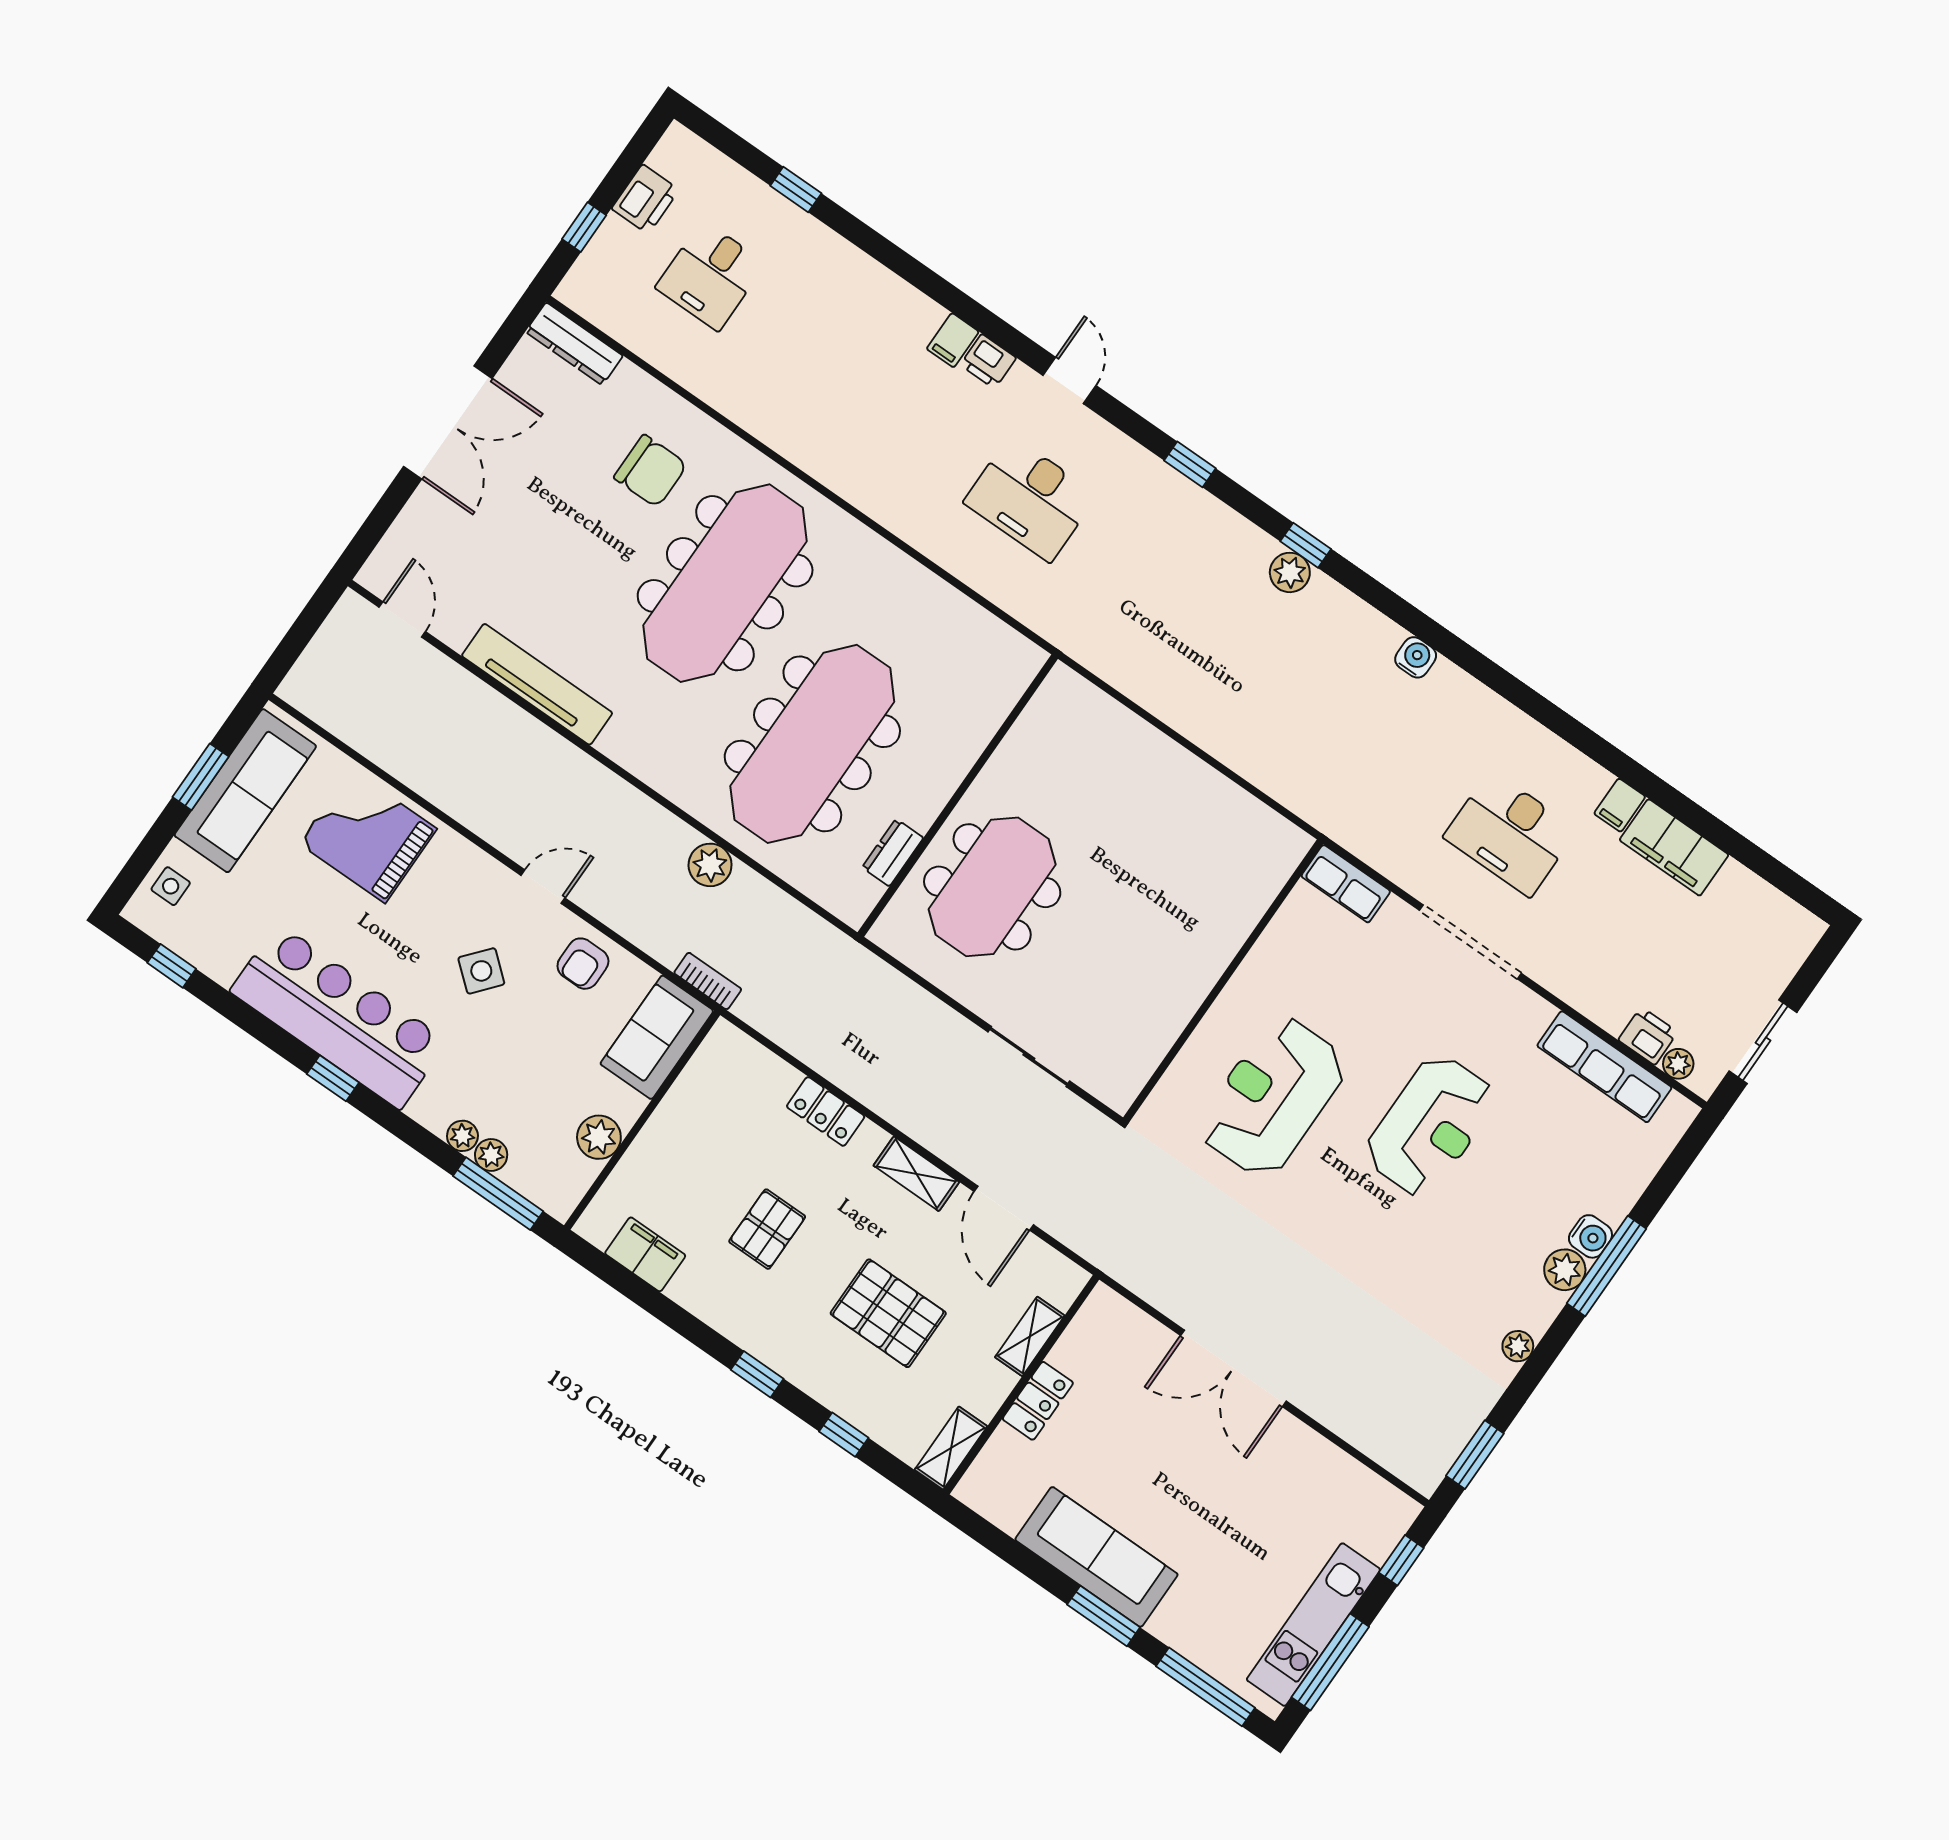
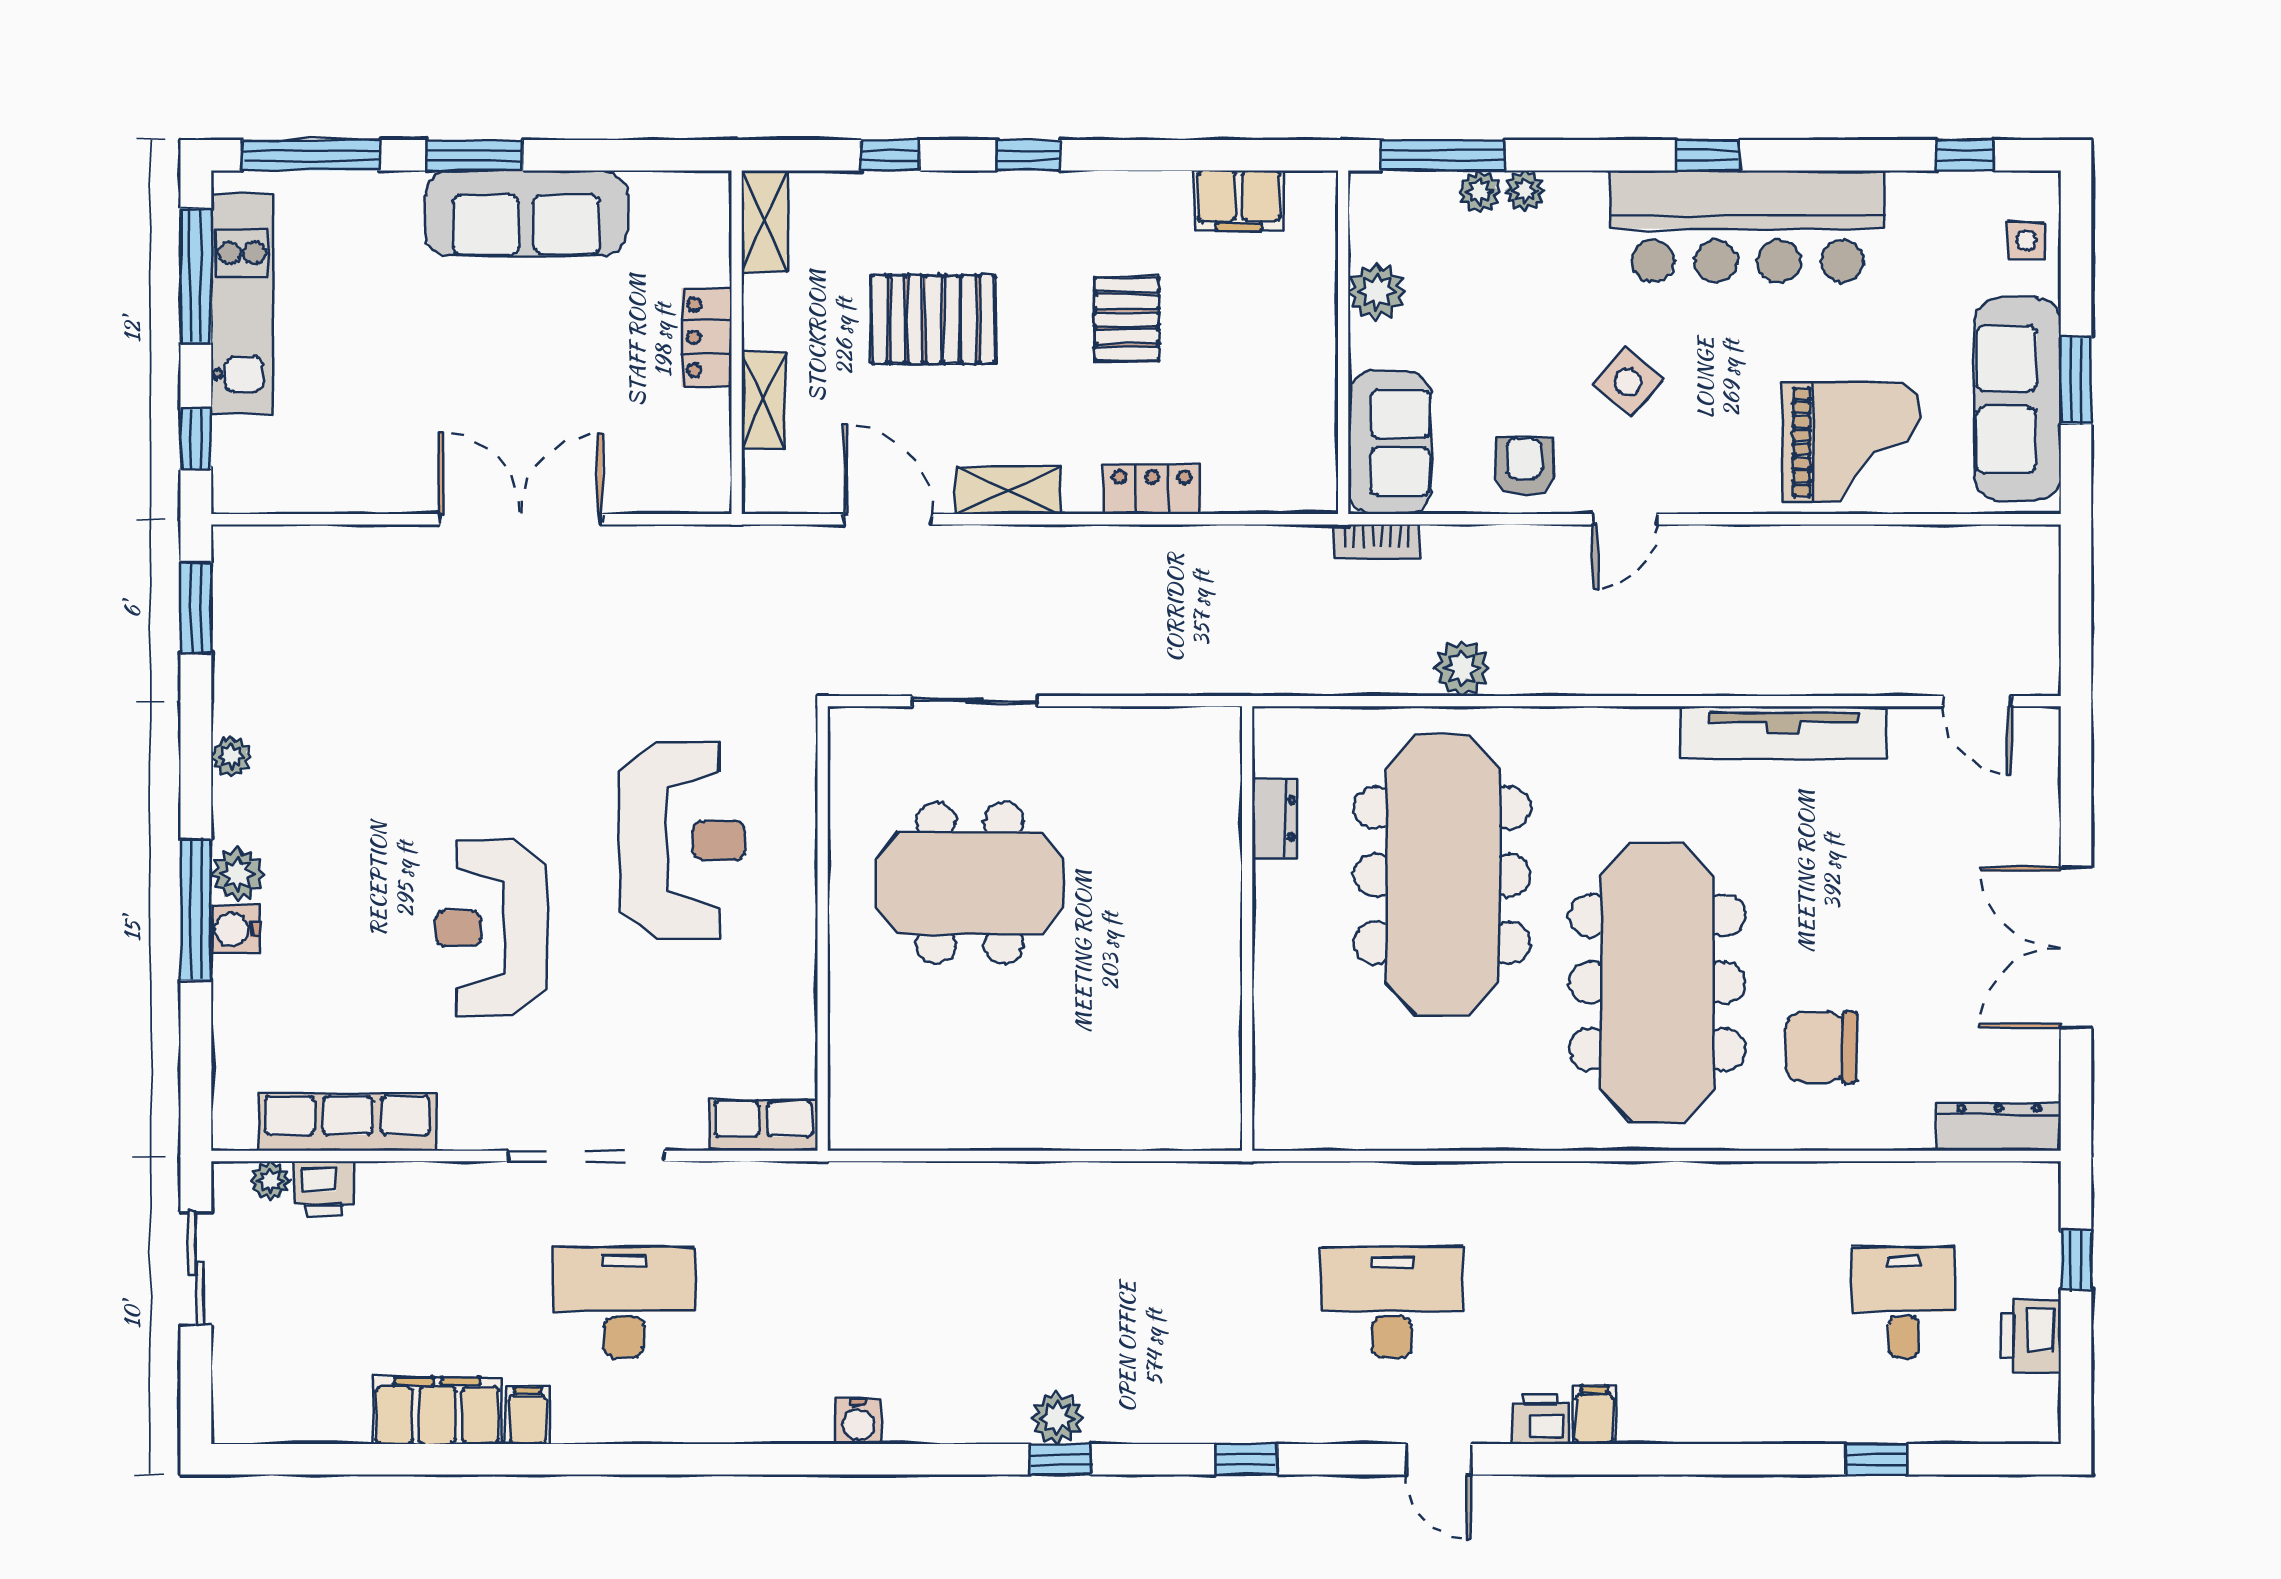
meeting table: (992, 887) -> (970, 883), moved, turned 90

